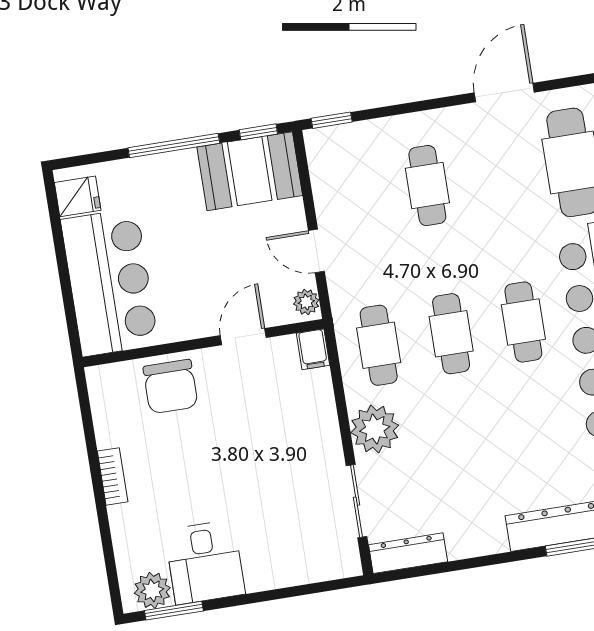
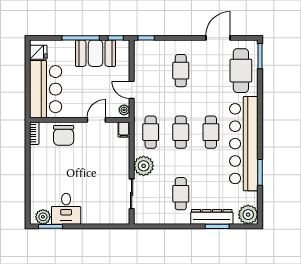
booth: (250, 171) -> (95, 53), moved
bookcase: (113, 476) -> (34, 133), moved
cafe table: (475, 482) -> (181, 194), added
dresser: (408, 553) -> (149, 218), removed

